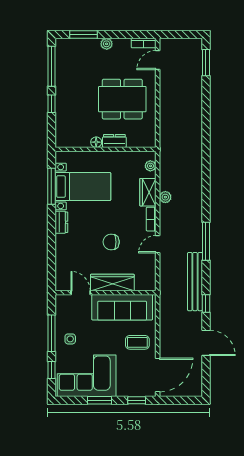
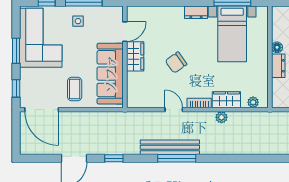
chair: (111, 242) -> (176, 63), turned -125
bench: (195, 282) -> (170, 147), moved
wardrobe: (112, 283) -> (135, 56), width x0.67

